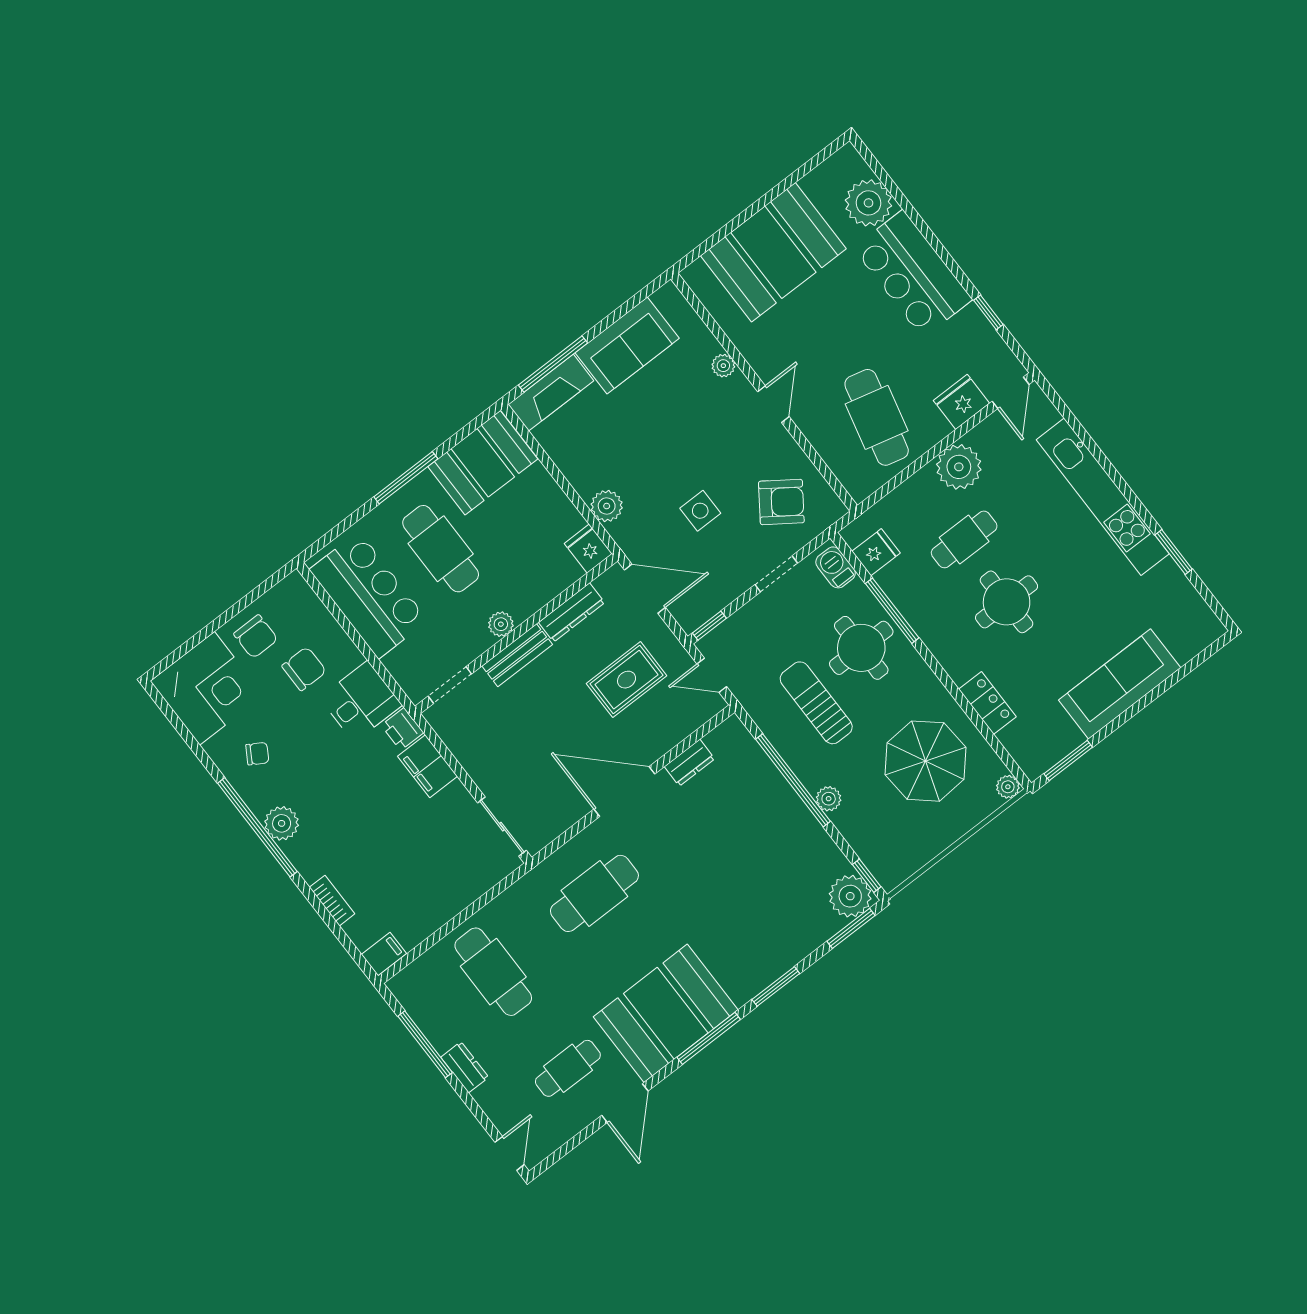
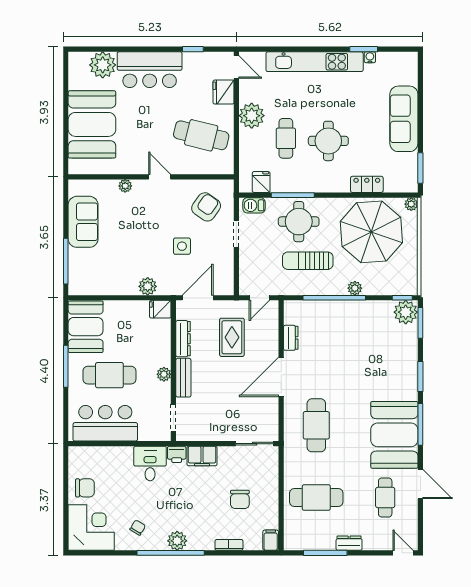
fireplace: (551, 393) -> (78, 272), removed
water cooler: (1169, 569) -> (370, 57), added
window: (709, 626) -> (236, 282), removed
chair: (304, 669) -> (240, 499), moved, turned 180
parasol: (925, 761) -> (371, 232), width x1.36, depth x1.36

